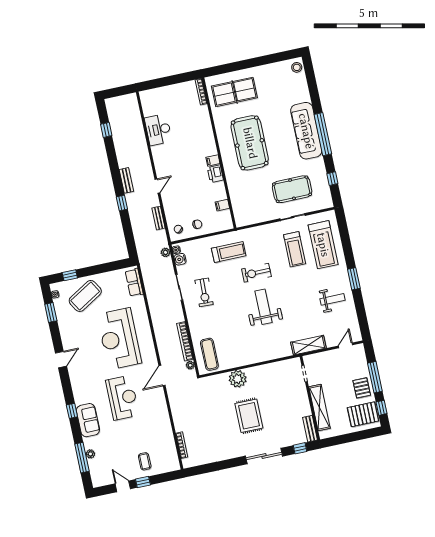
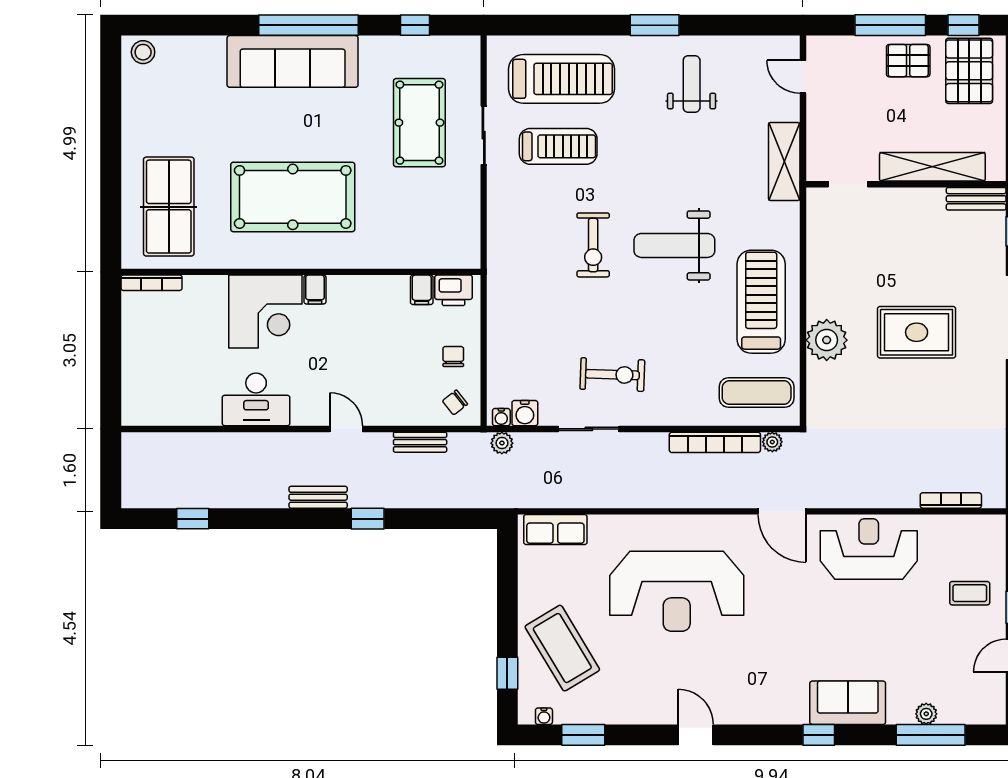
desk: (158, 130) -> (256, 399), moved
corner desk: (199, 142) -> (265, 312), added
printer: (215, 174) -> (454, 290), moved
treadmill: (229, 252) -> (761, 302), moved, width x1.37, depth x1.38
reception desk: (122, 398) -> (869, 549), moved

